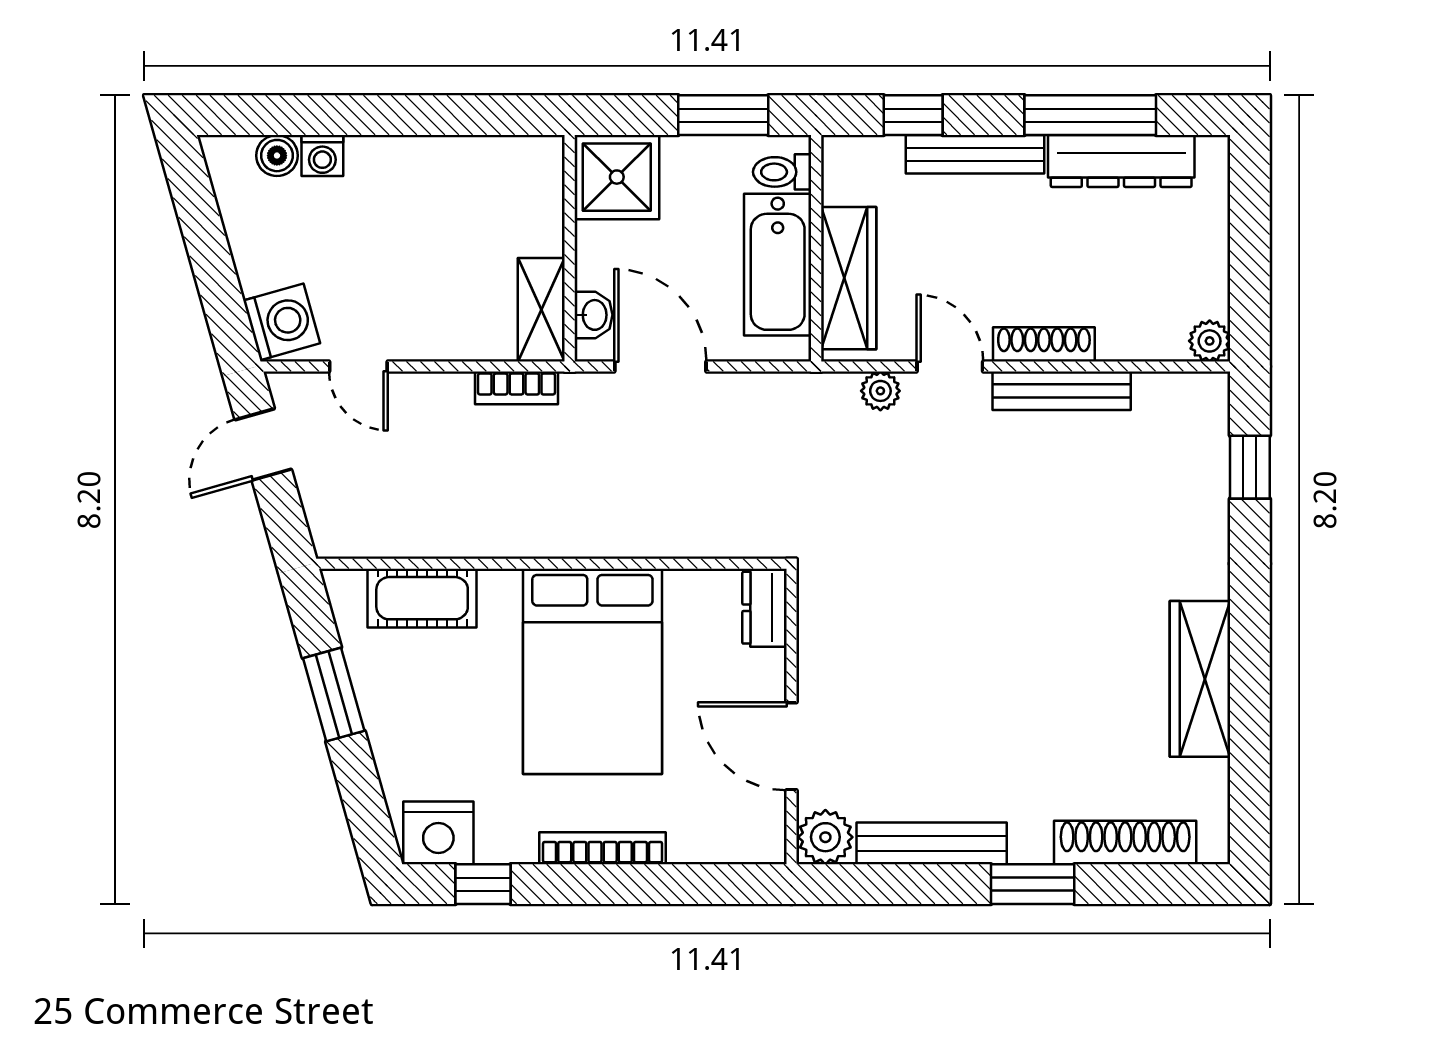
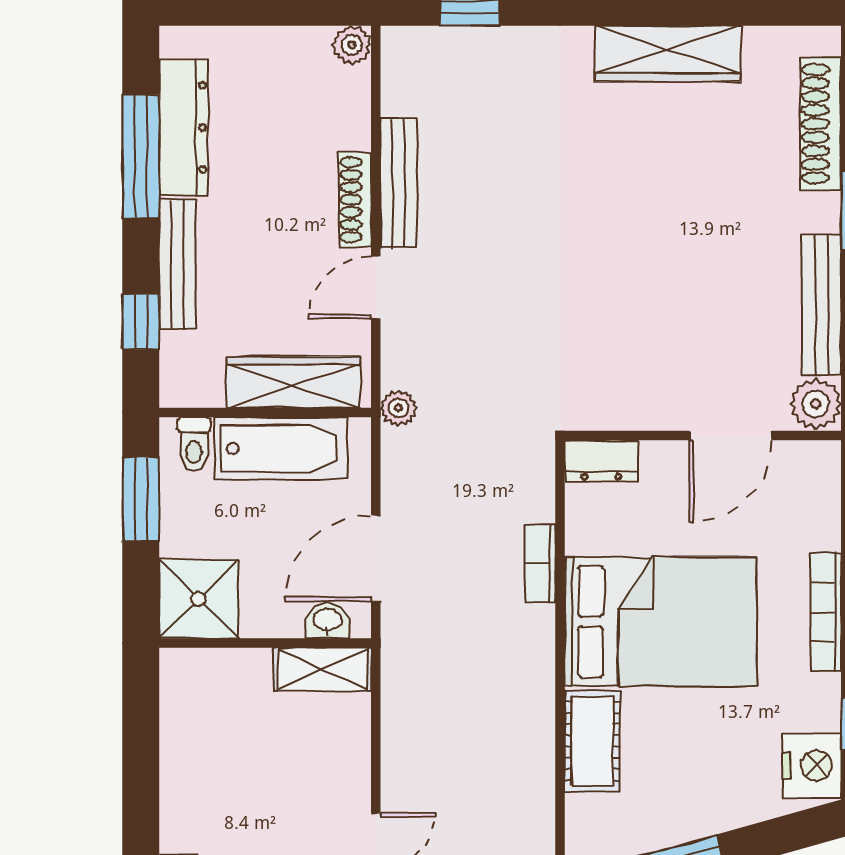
bookcase: (516, 388) -> (540, 563), moved, turned 180
plant: (880, 391) -> (399, 408), moved
cot: (422, 598) -> (592, 741), moved

